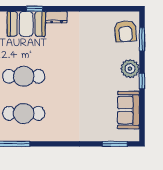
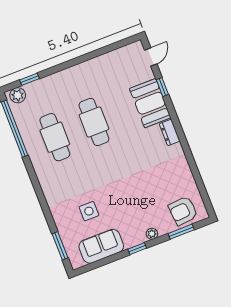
window: (35, 9) -> (162, 87), moved
plant: (130, 69) -> (152, 234), width x0.53, depth x0.53
side table: (96, 109) -> (89, 211), added

